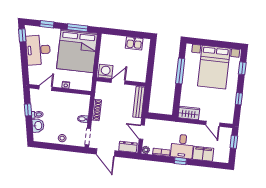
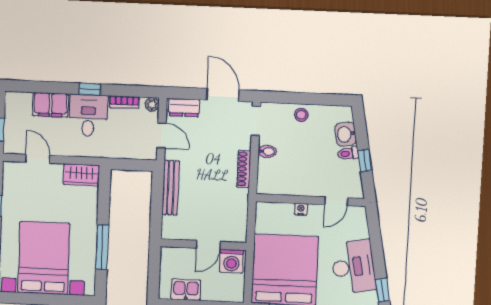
washing machine: (106, 71) -> (232, 261), moved
door: (118, 82) -> (208, 245), moved
wall: (121, 82) -> (204, 245), moved

